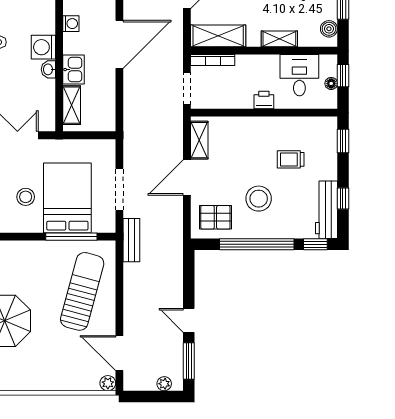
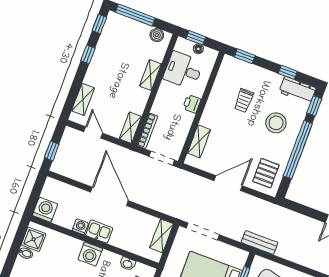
shelving: (218, 36) -> (130, 128), width x0.67, depth x0.75
washbasin: (48, 69) -> (128, 264), moved
kitchen sink: (74, 70) -> (99, 232), moved
shelving: (72, 105) -> (162, 236), moved, turned 90
shelving: (199, 140) -> (199, 141), moved, turned 90
door: (187, 178) -> (228, 183), swing flipped
doorway: (119, 189) -> (203, 231), moved
stool: (259, 199) -> (276, 123), moved
workbench: (326, 210) -> (297, 90), width x0.73

